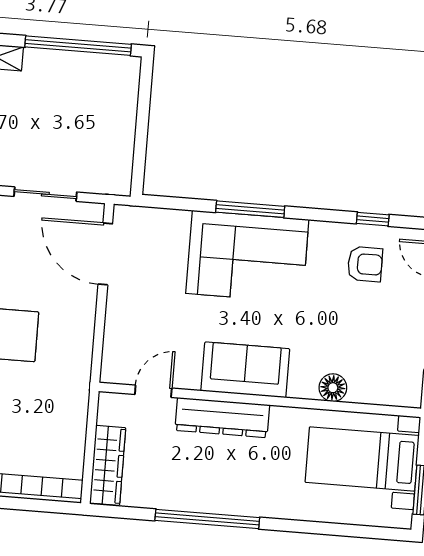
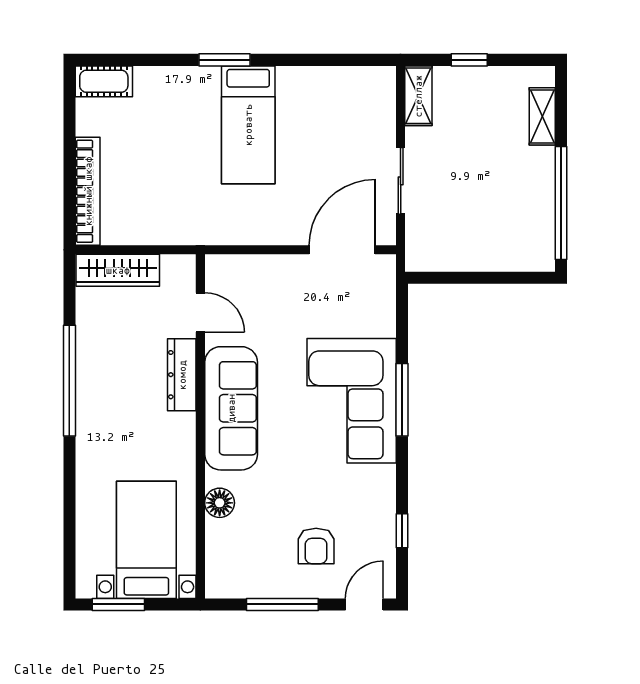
armchair: (365, 264) -> (316, 546), moved
sofa: (245, 370) -> (231, 408), width x1.36
dresser: (222, 418) -> (182, 375), width x0.73, depth x0.80

